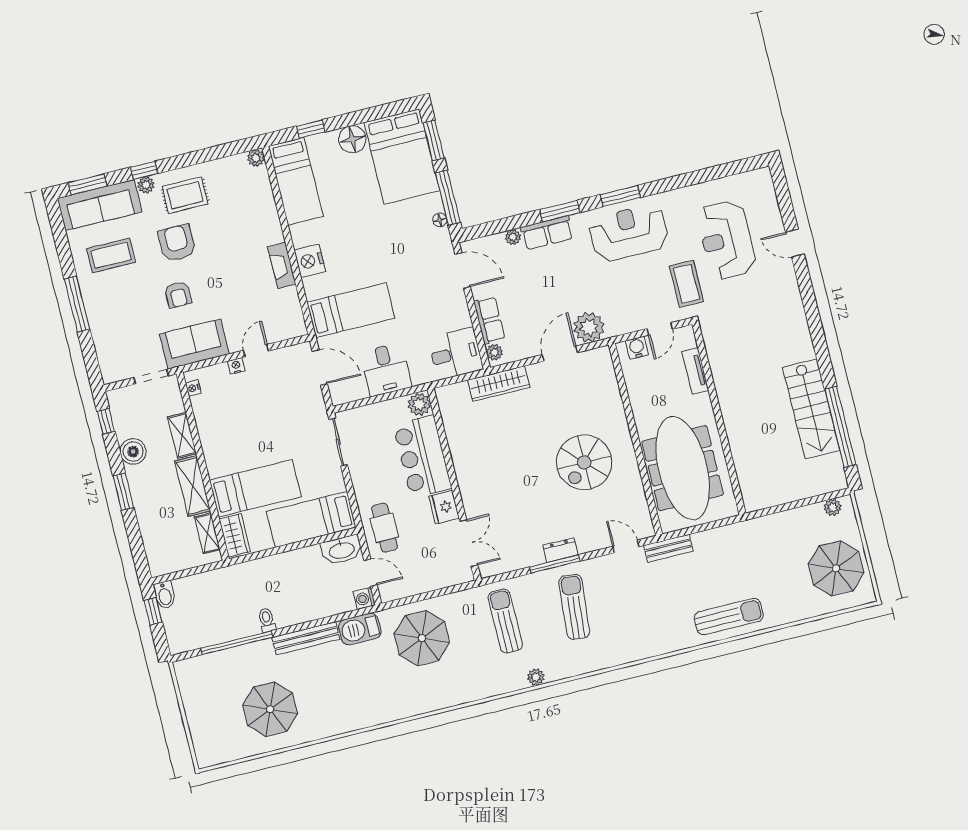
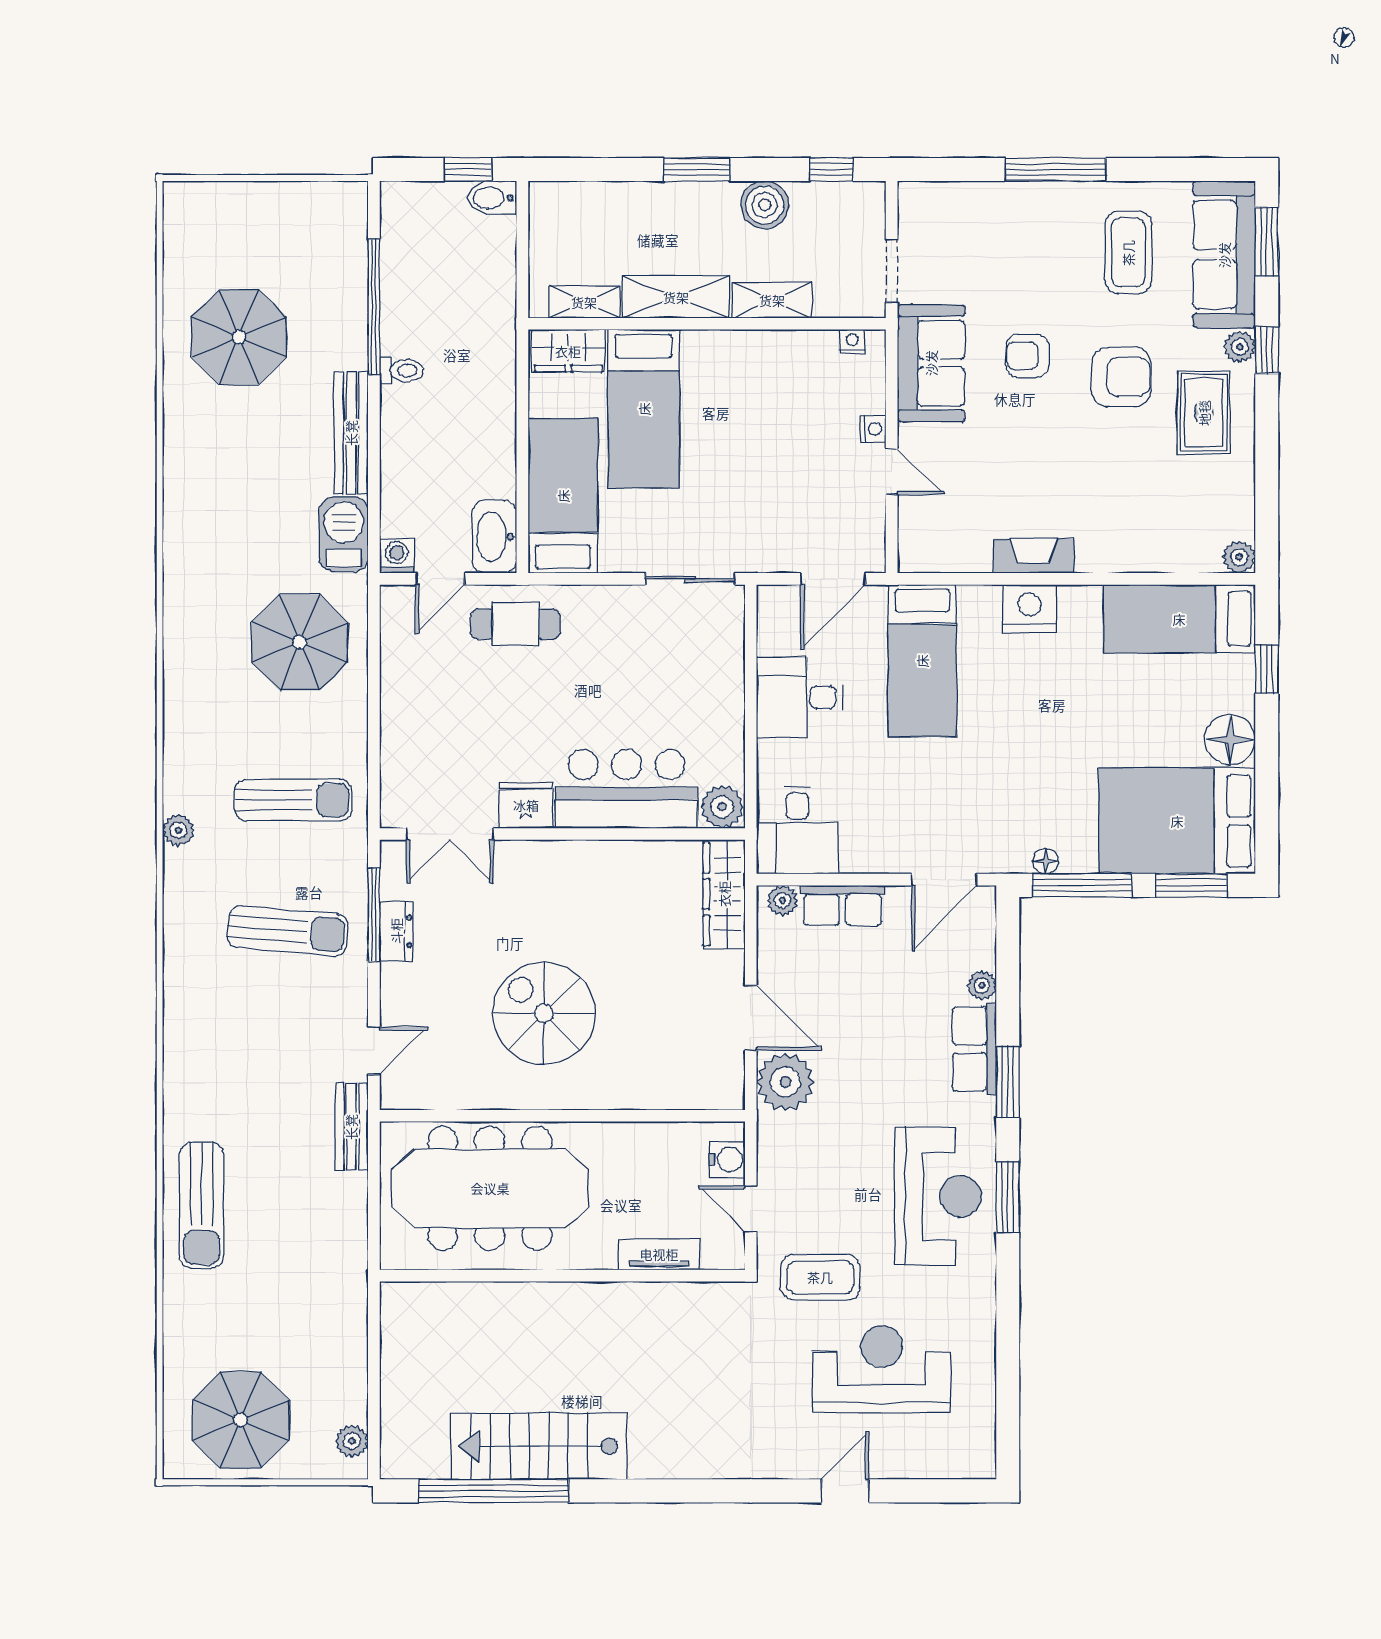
plant: (419, 404) -> (722, 807), moved
bar counter: (422, 457) -> (627, 789), moved
wall: (454, 484) -> (562, 834), moved
fridge: (444, 507) -> (526, 805), moved
double door: (469, 543) -> (450, 834), moved

